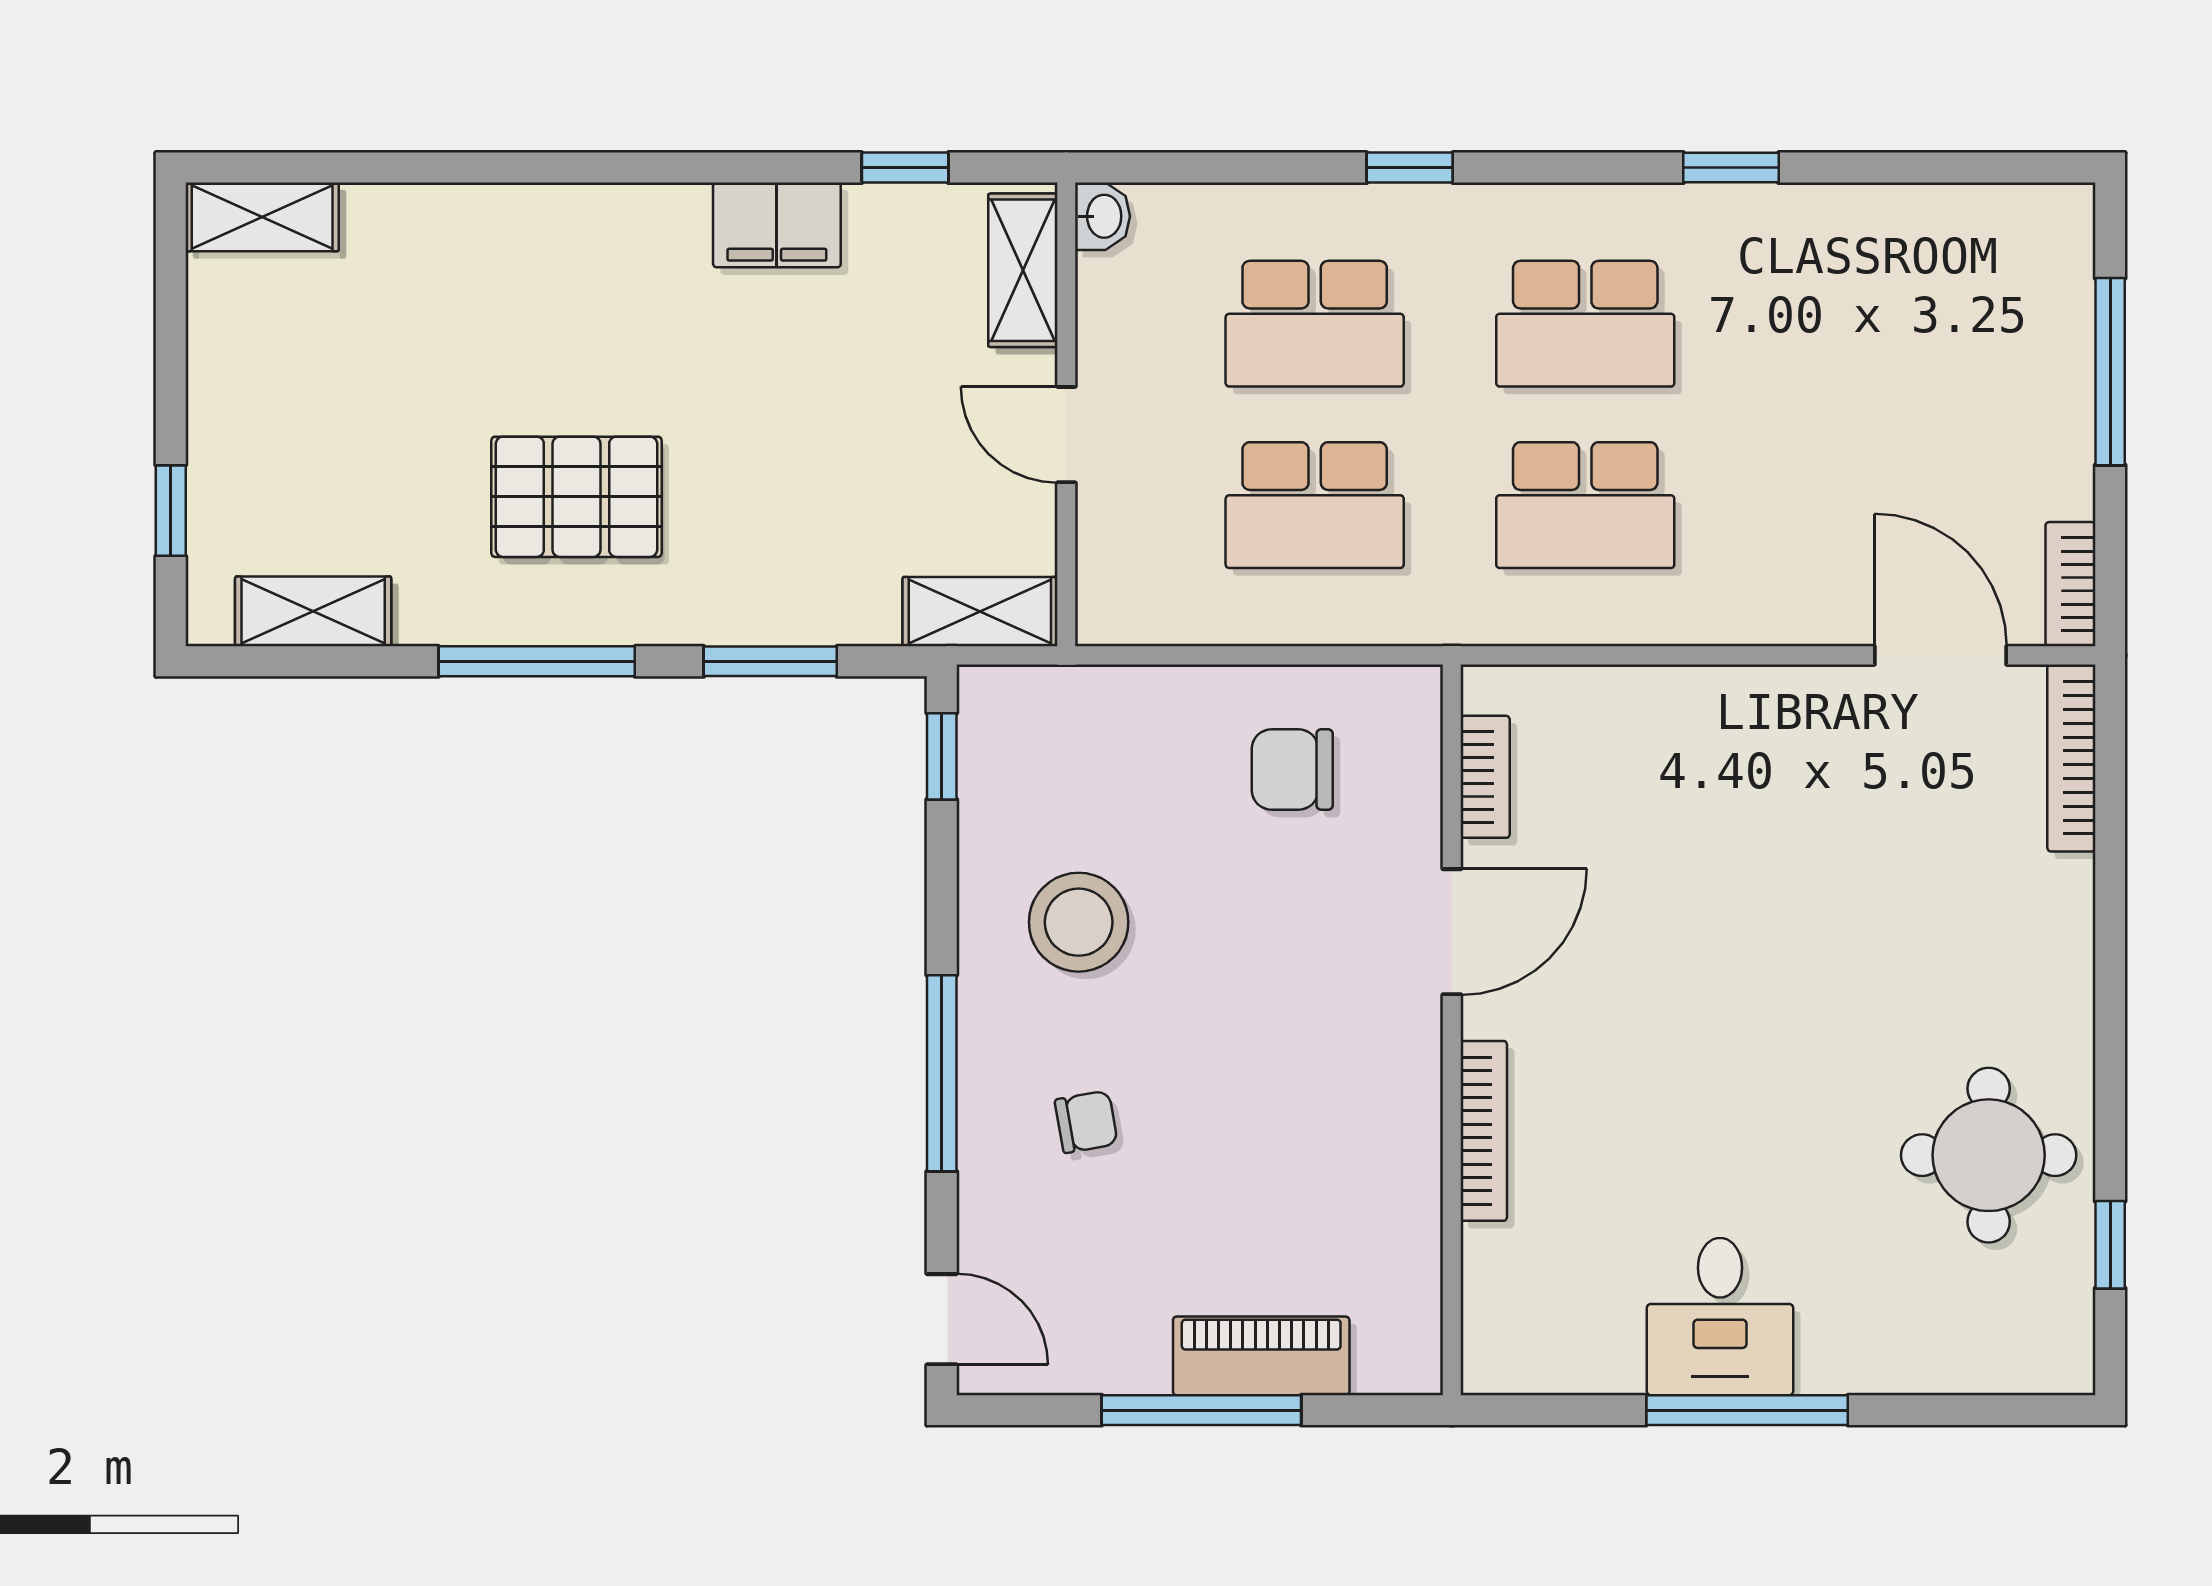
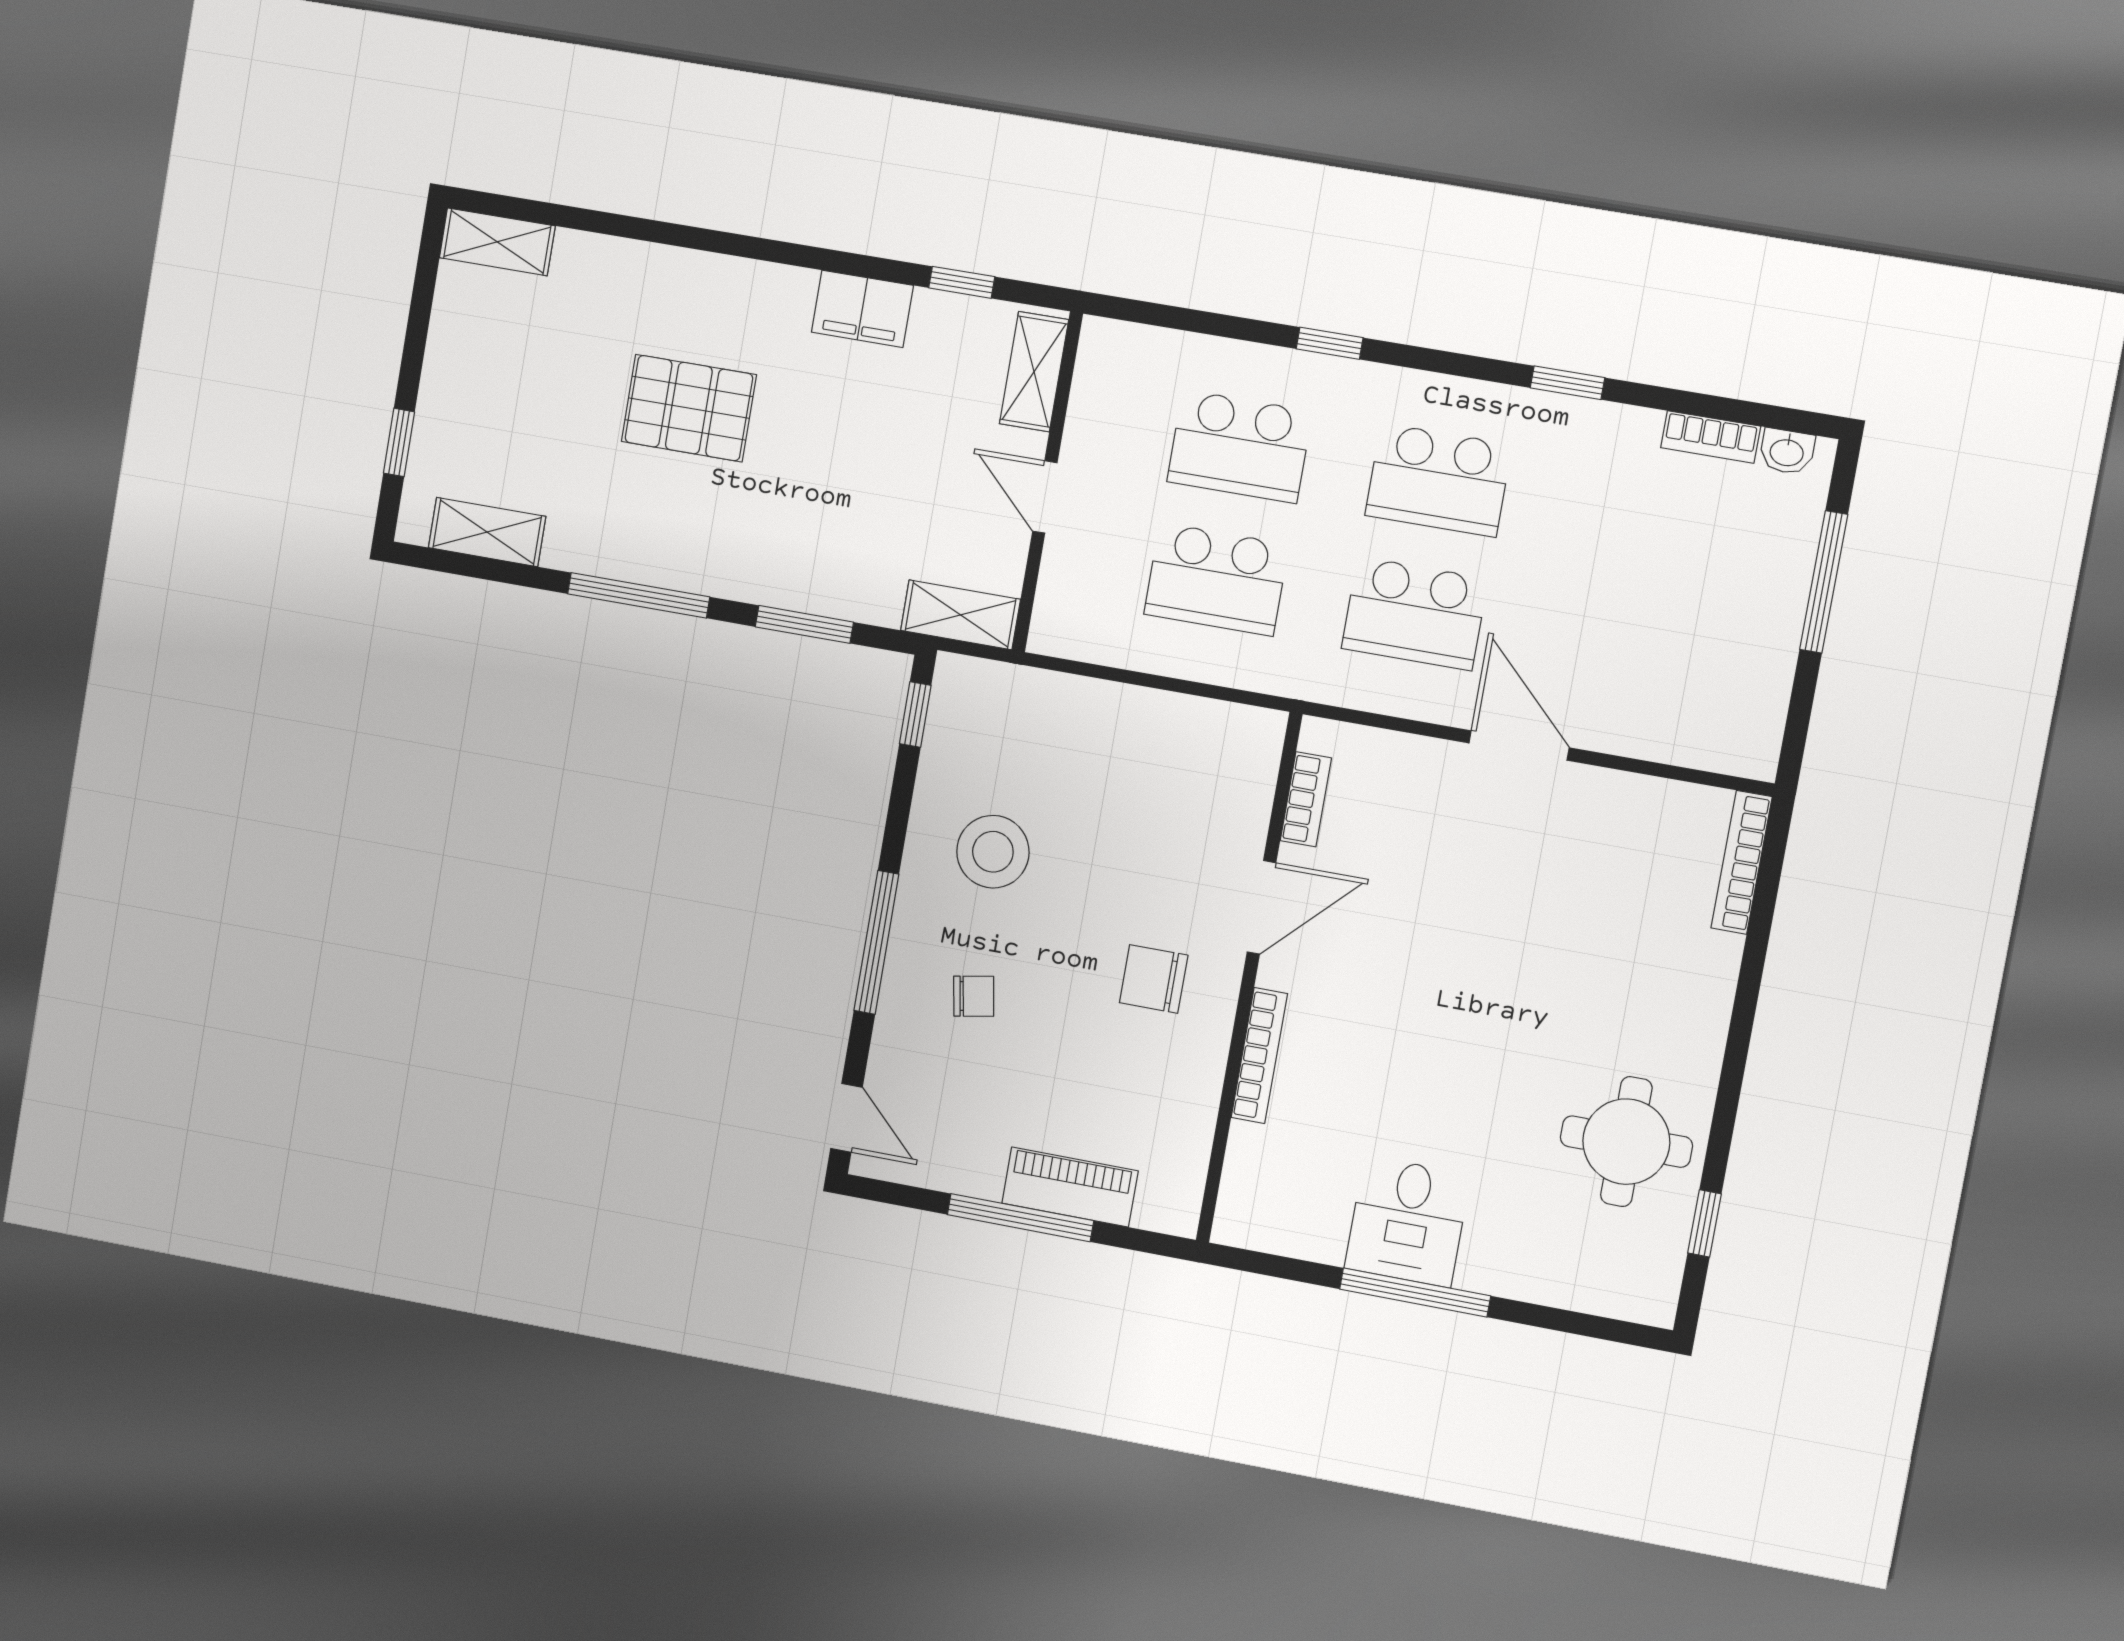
washbasin: (1103, 216) -> (1787, 452), moved, turned 90
pallet: (577, 497) -> (689, 408), moved
bookcase: (2070, 584) -> (1711, 437), moved, turned -90
door: (1941, 655) -> (1519, 745), moved
chair: (1292, 770) -> (1154, 979), moved

